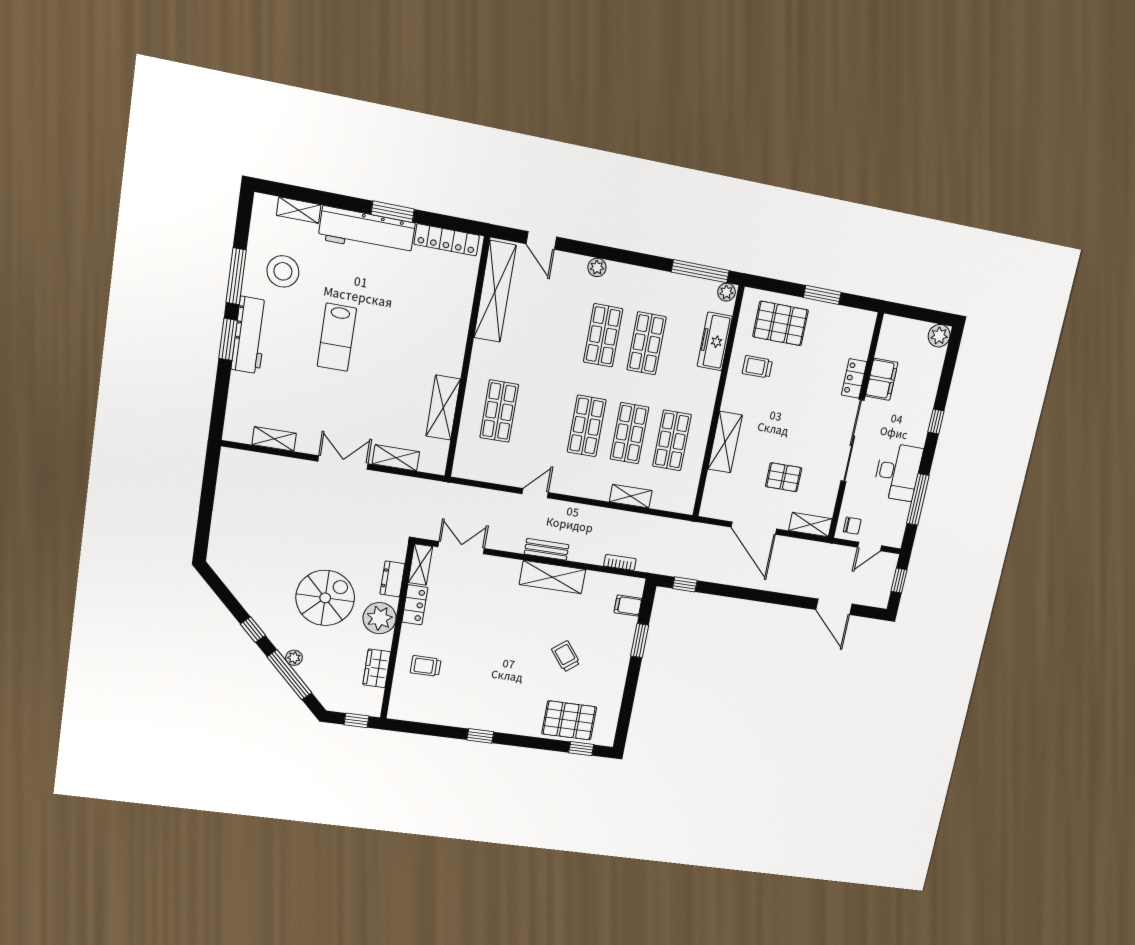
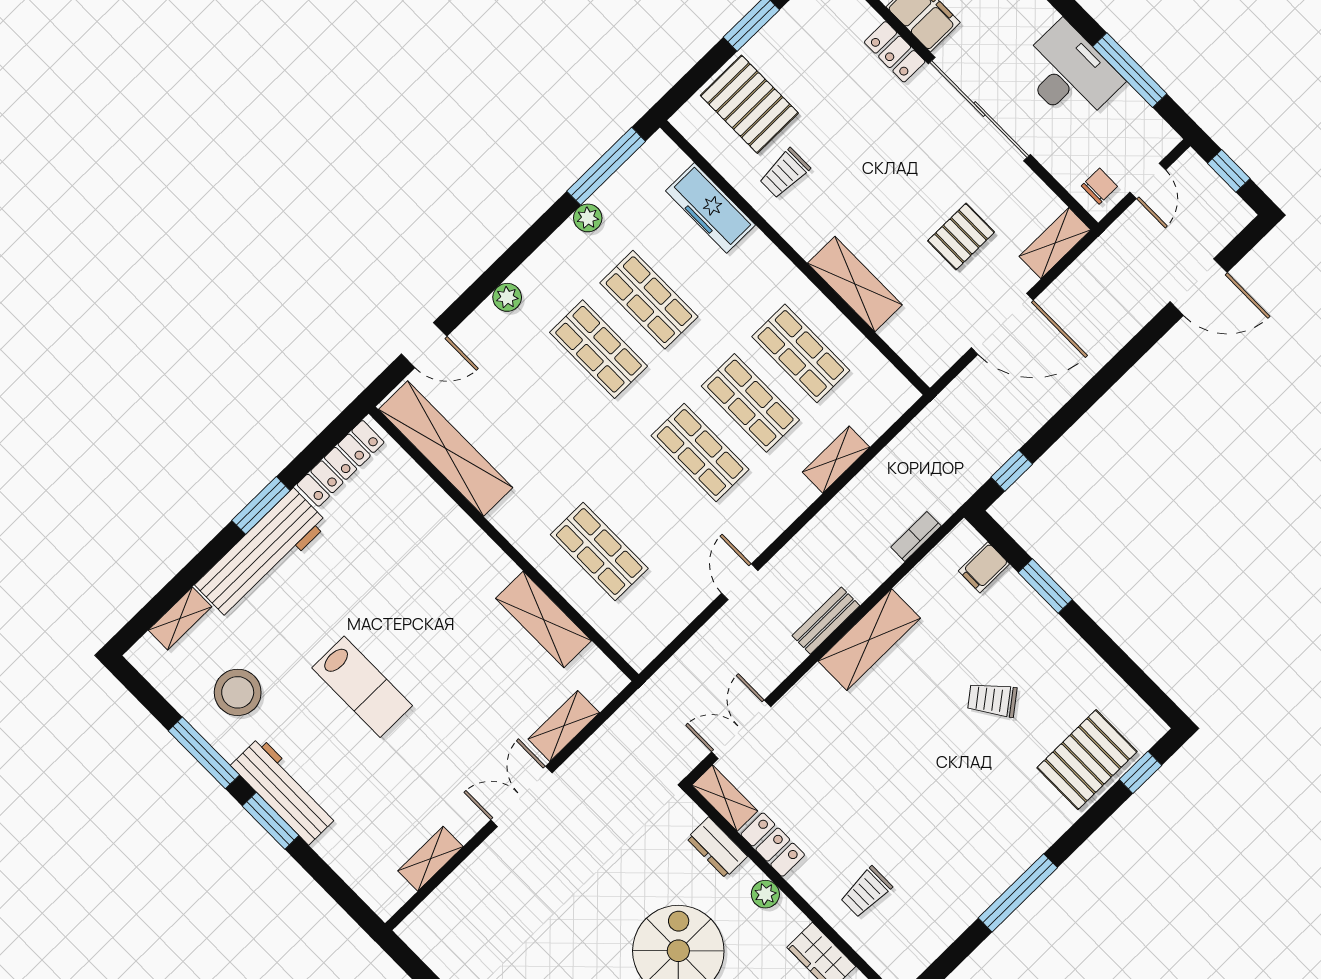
plant: (726, 292) -> (588, 218), moved
pallet: (781, 323) -> (749, 104), turned 90
plant: (380, 618) -> (765, 894), width x0.53, depth x0.53
window: (480, 736) -> (1018, 893), width x2.17

